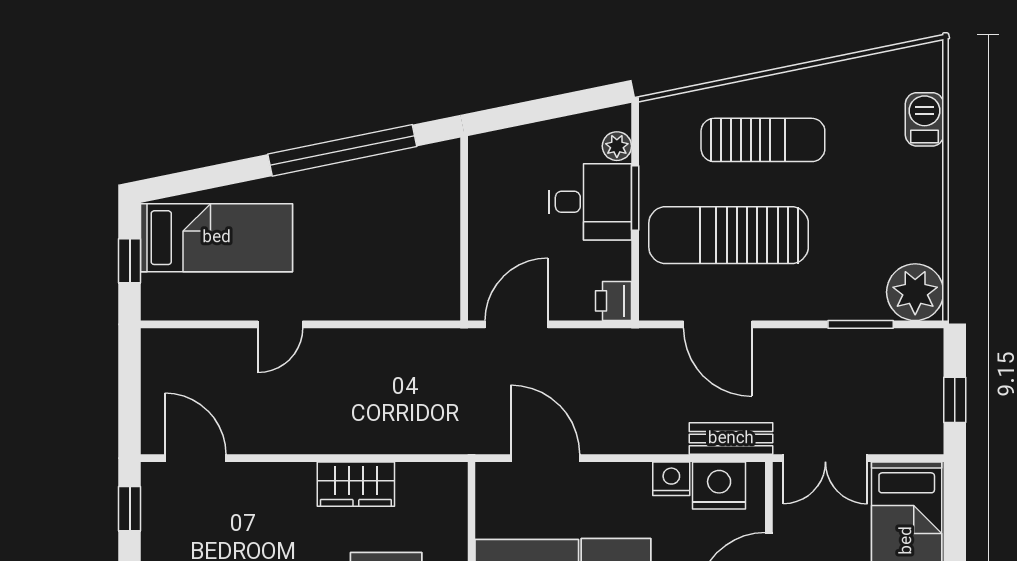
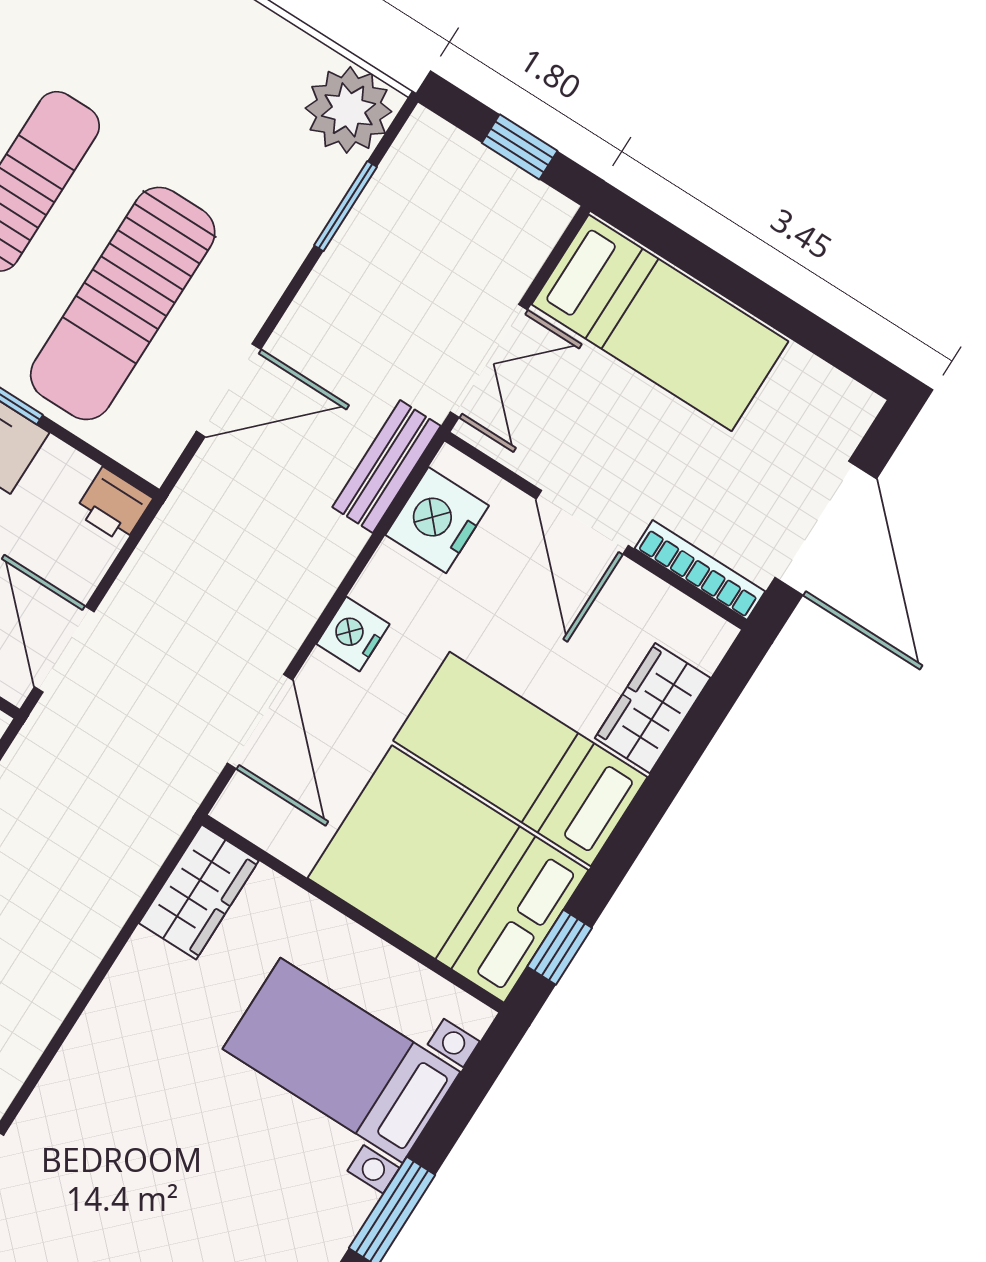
door: (545, 458) -> (260, 722), swing flipped
nightstand: (671, 479) -> (353, 634), moved
wardrobe: (356, 484) -> (199, 892), moved

